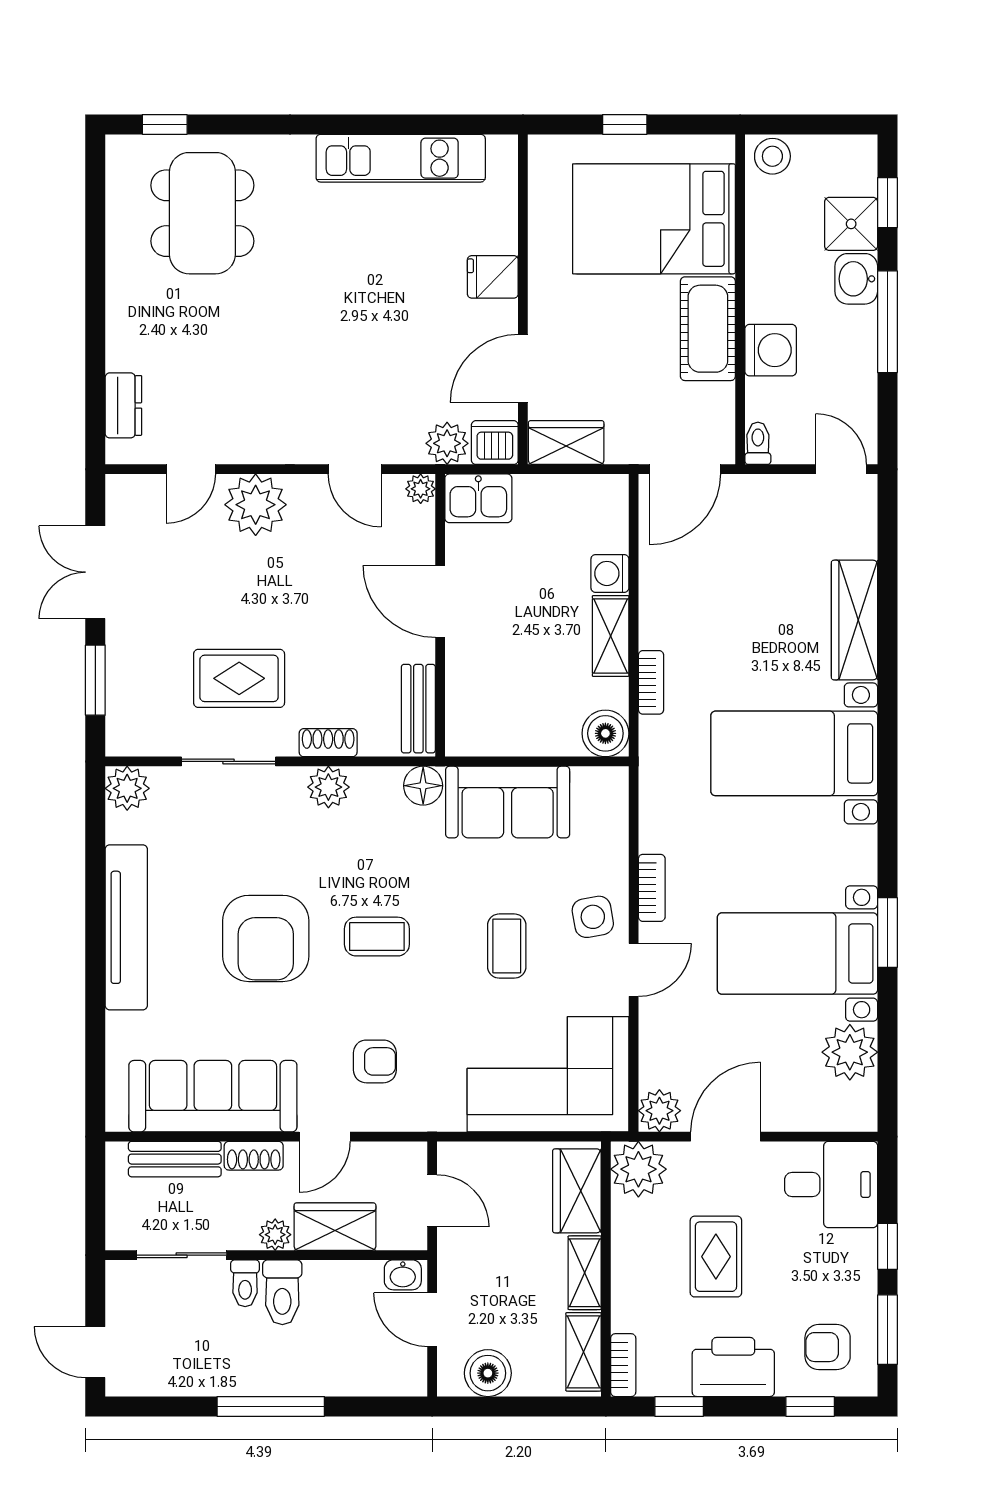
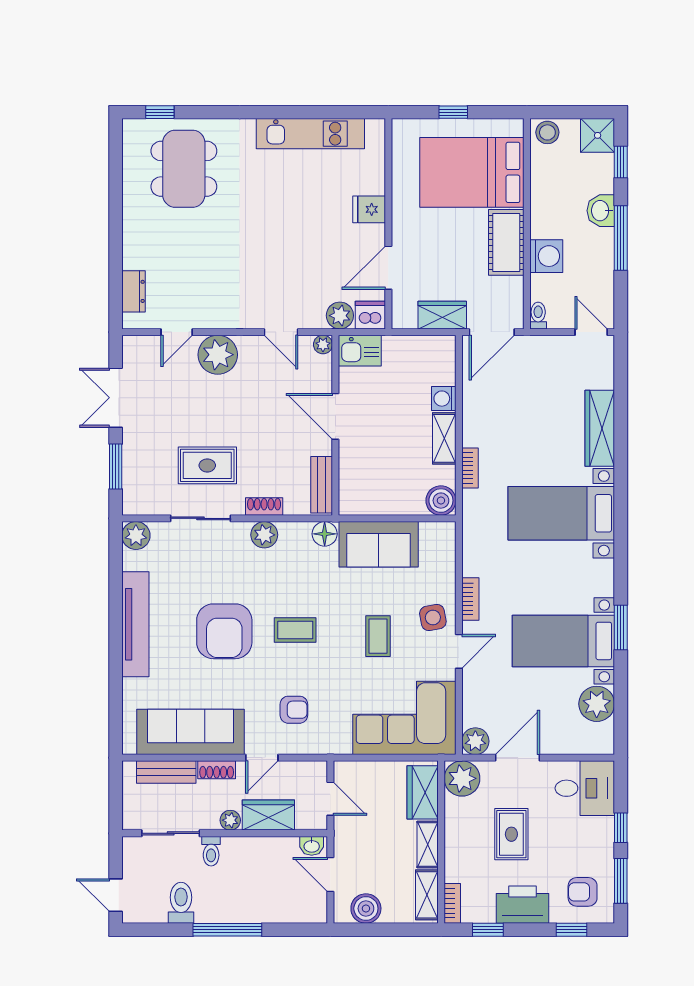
shower: (851, 224) -> (598, 135), moved
wardrobe: (566, 443) -> (442, 315), moved
toilet: (282, 1292) -> (181, 903), moved, turned 180

